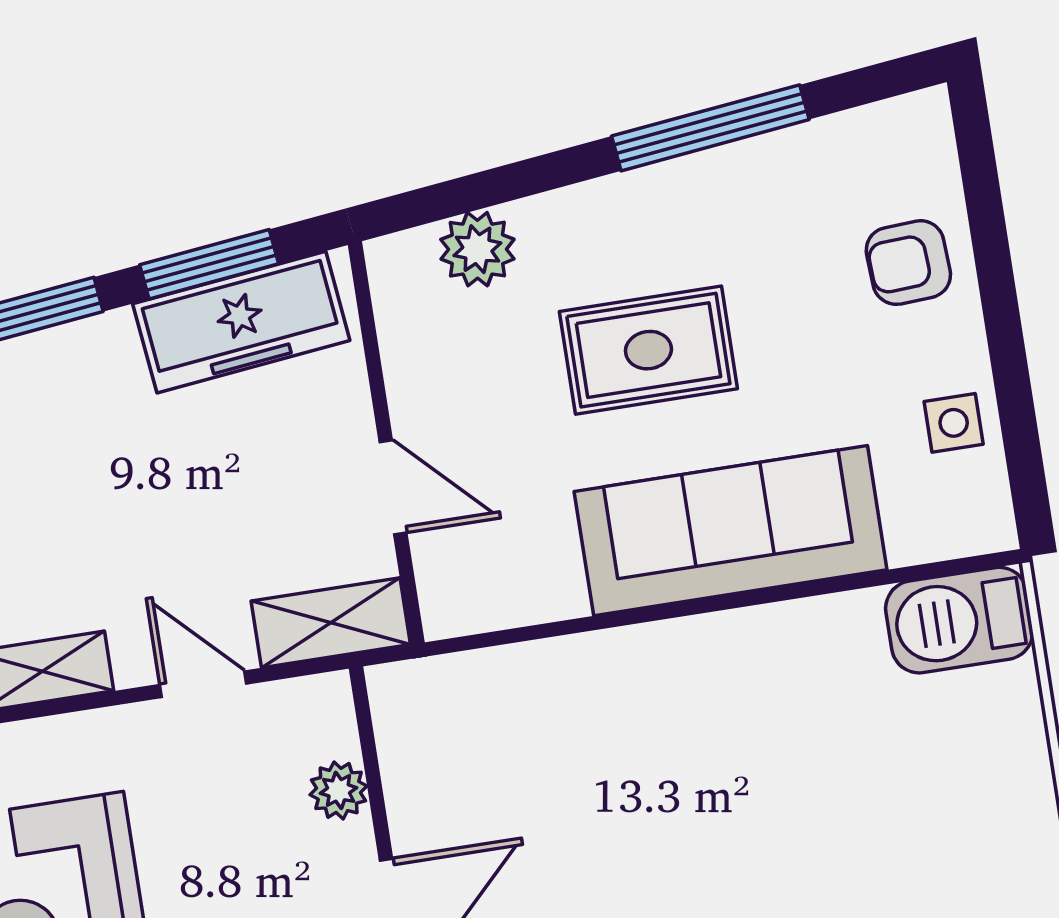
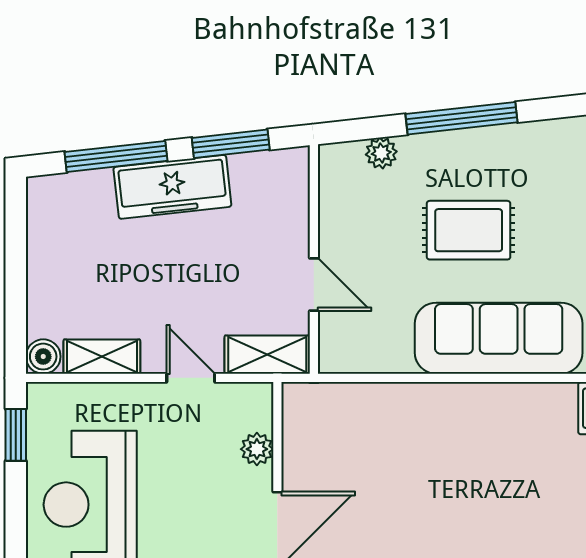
window: (710, 128) -> (461, 118), moved
plant: (477, 249) -> (381, 153), width x0.73, depth x0.73
freezer: (241, 322) -> (172, 187), moved

